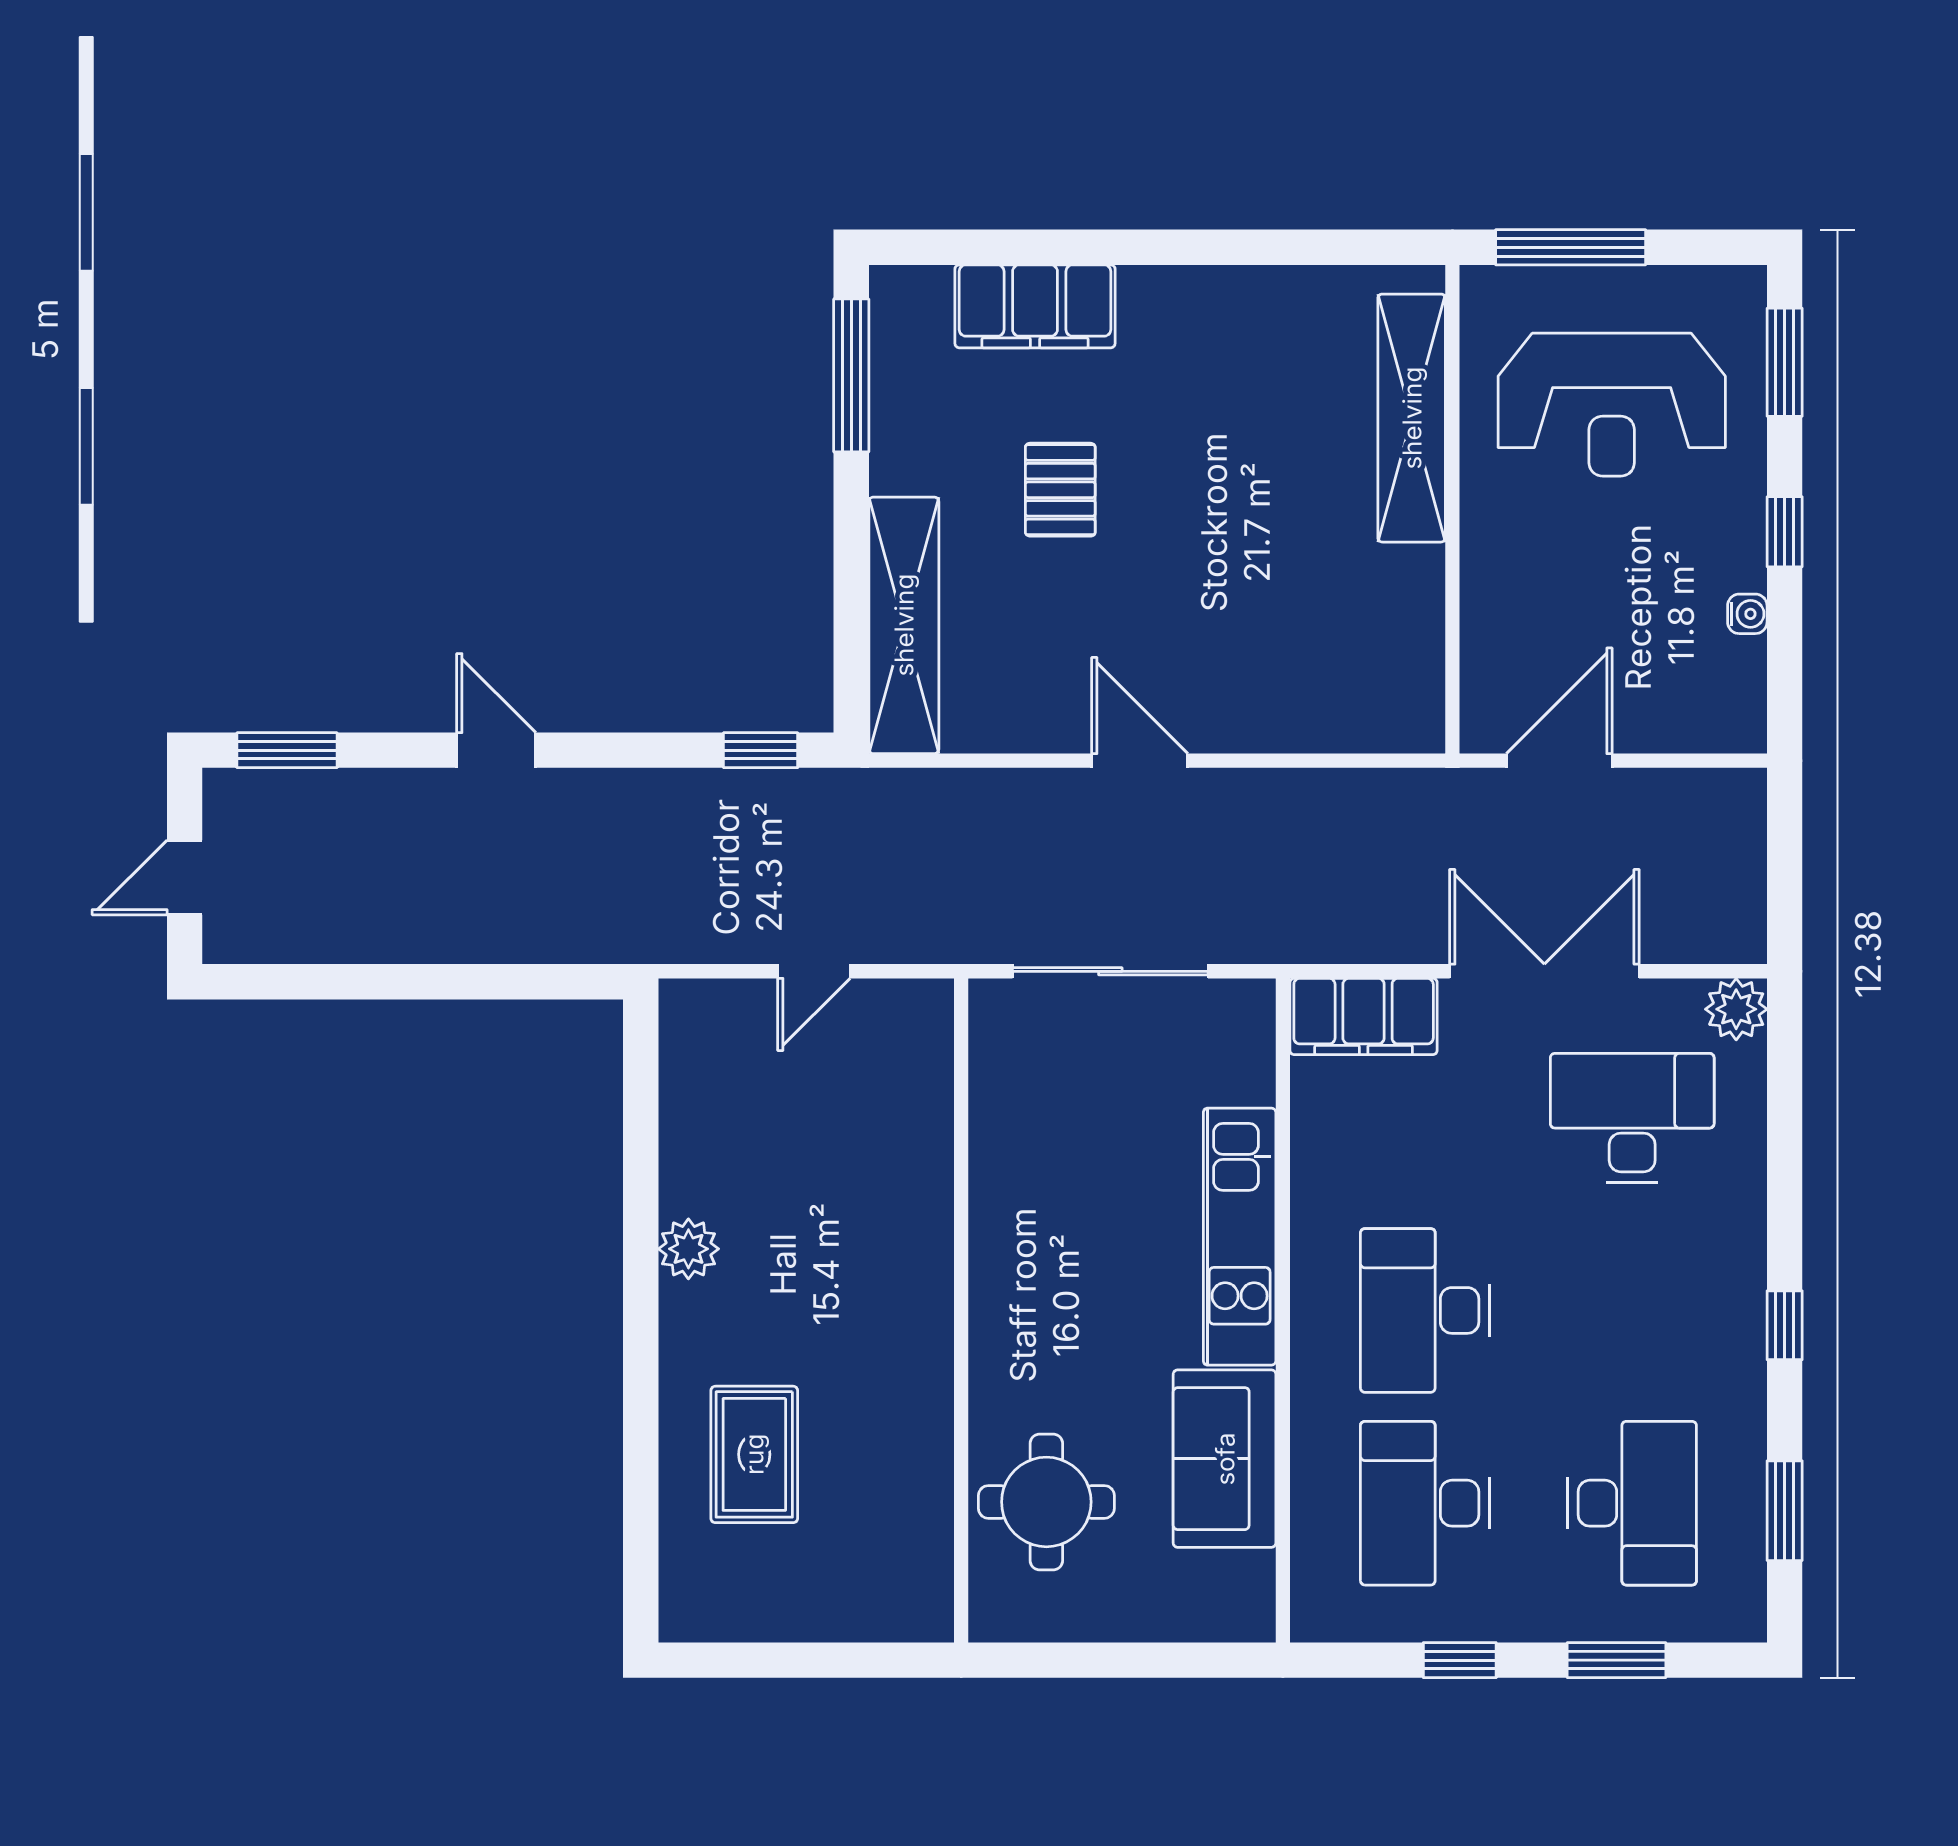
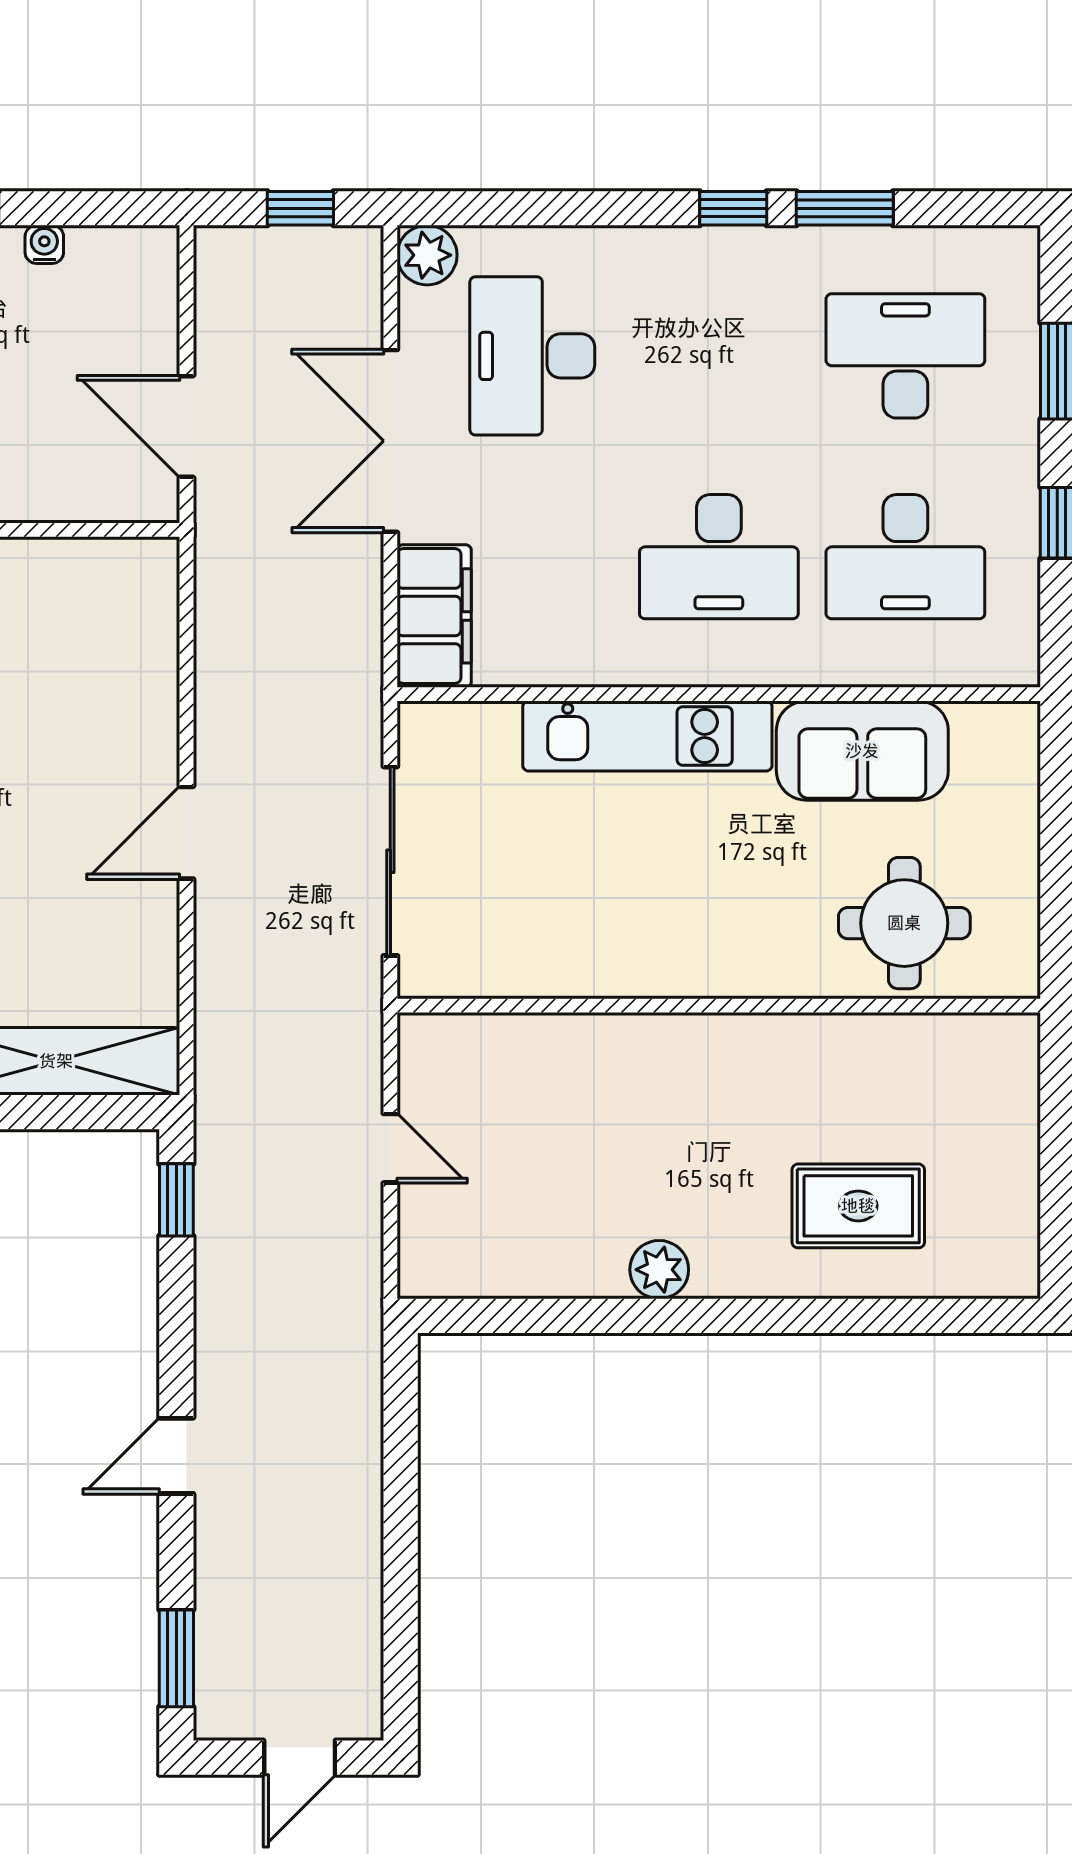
door: (185, 877) -> (300, 1758), hinge flipped
window: (1785, 878) -> (300, 208), added
window: (1785, 1511) -> (845, 208), moved

